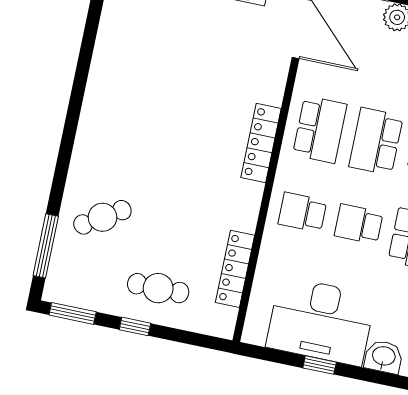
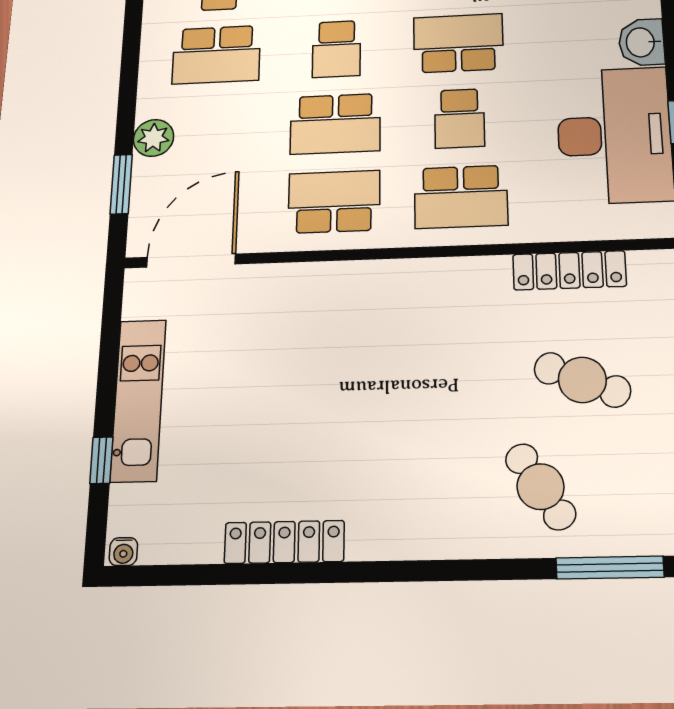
locker: (261, 143) -> (284, 542), moved, turned 180
school desk: (302, 212) -> (461, 197), width x1.85
cafe table: (158, 288) -> (582, 380), moved, turned -68

